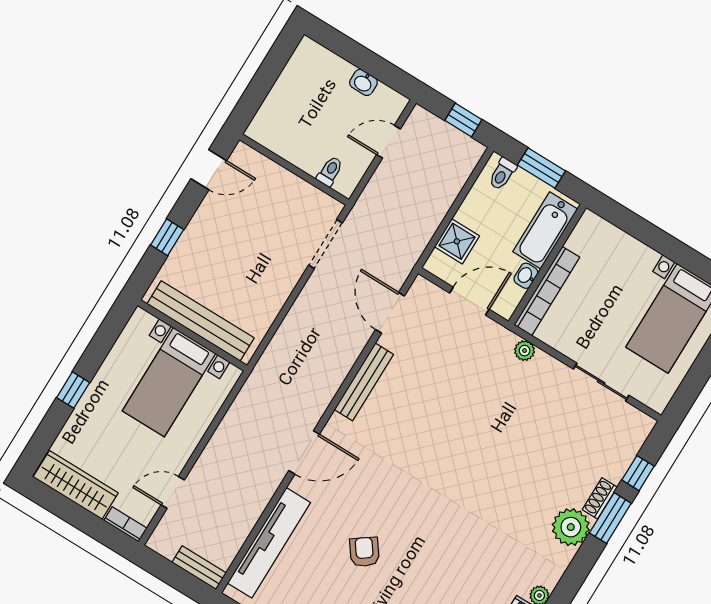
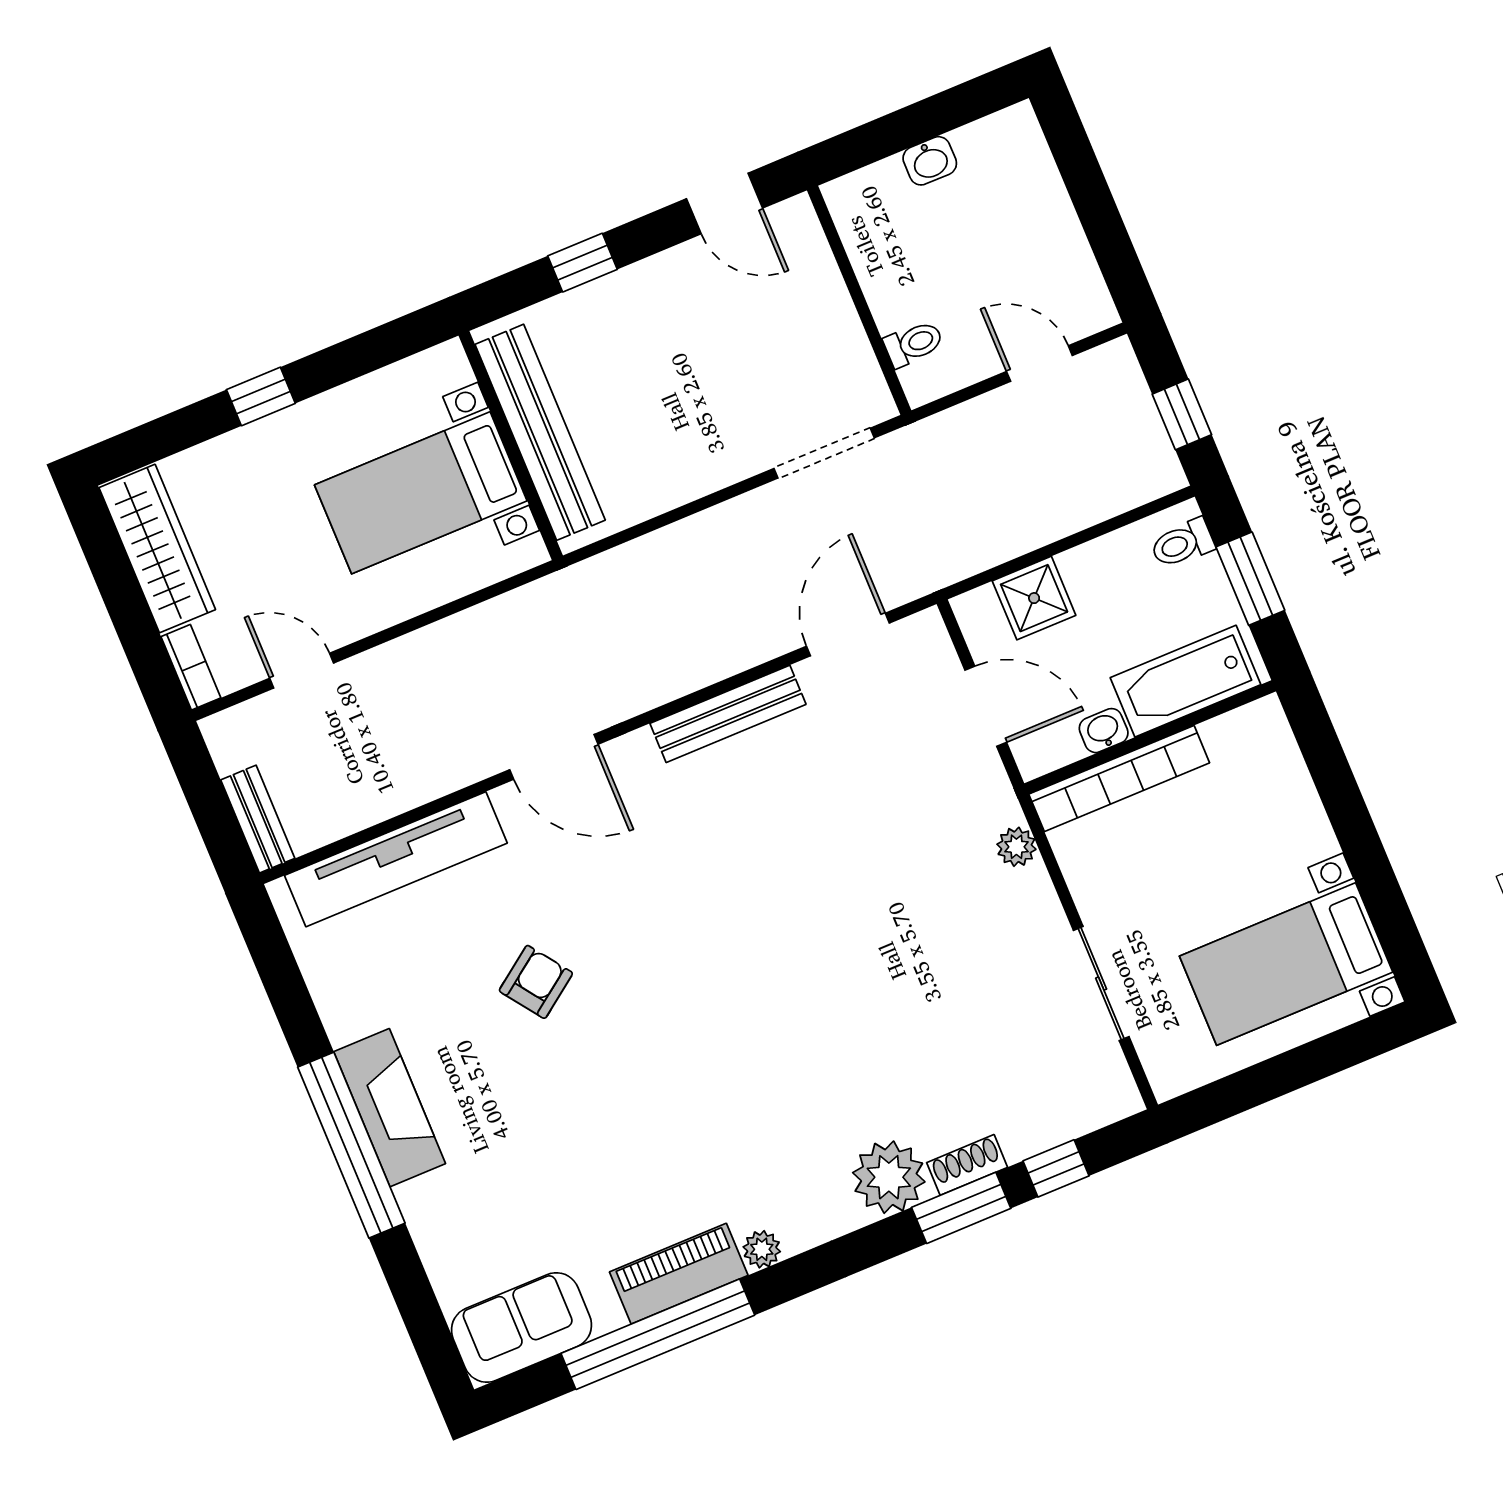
washbasin: (363, 82) -> (930, 161), moved, turned -90

